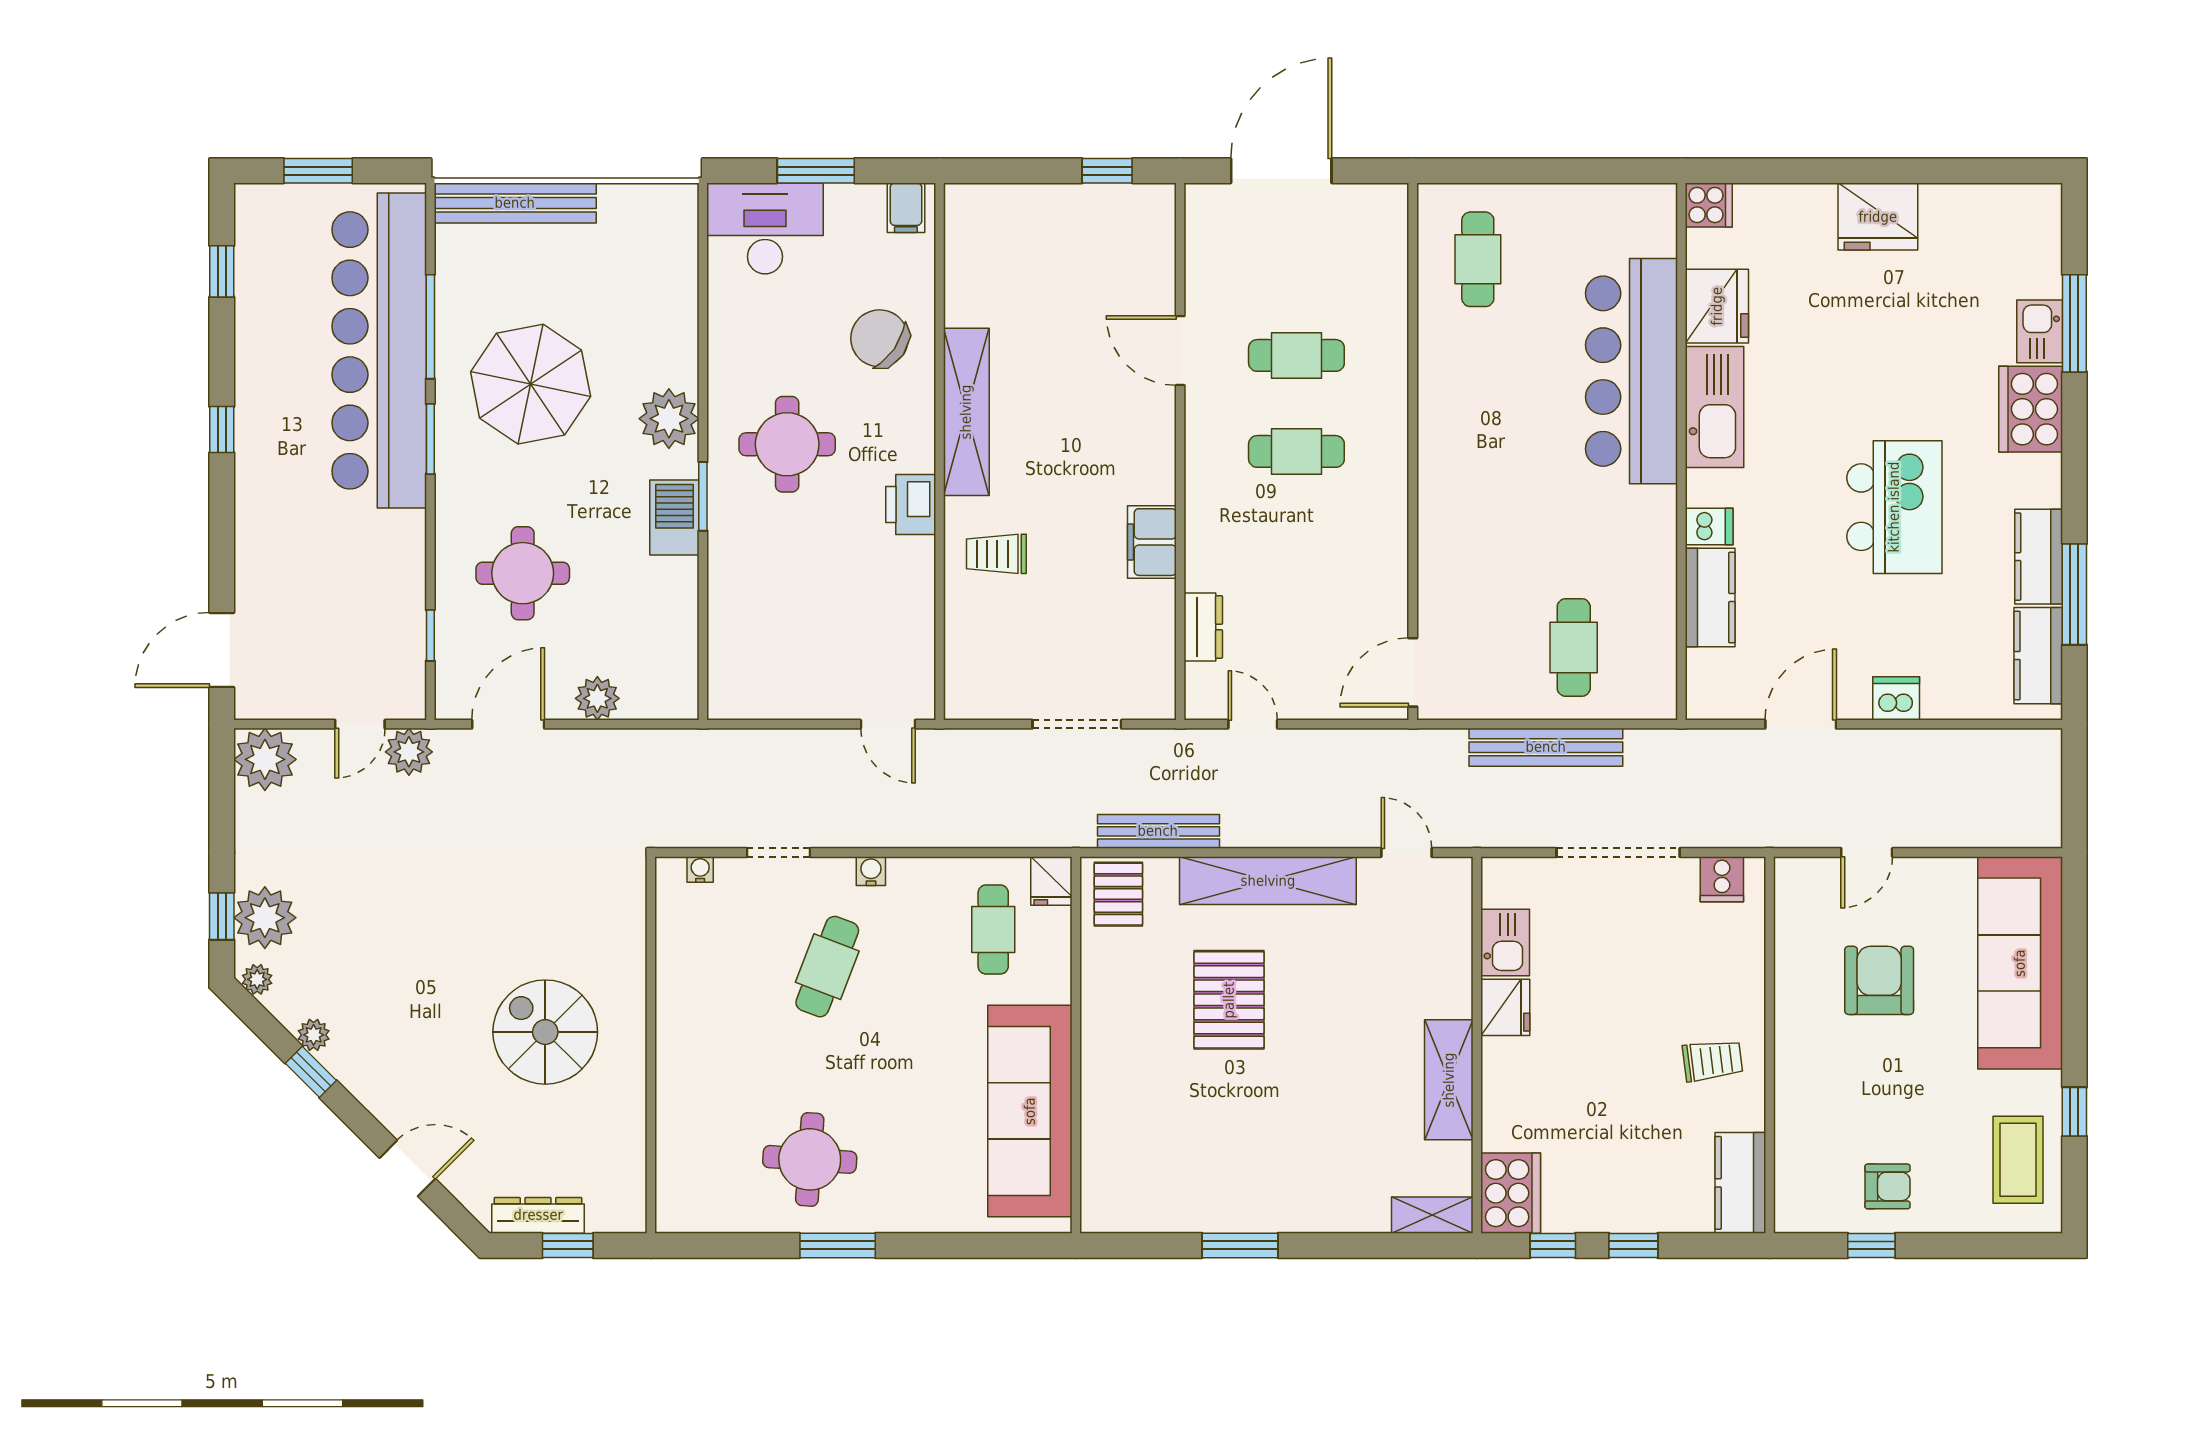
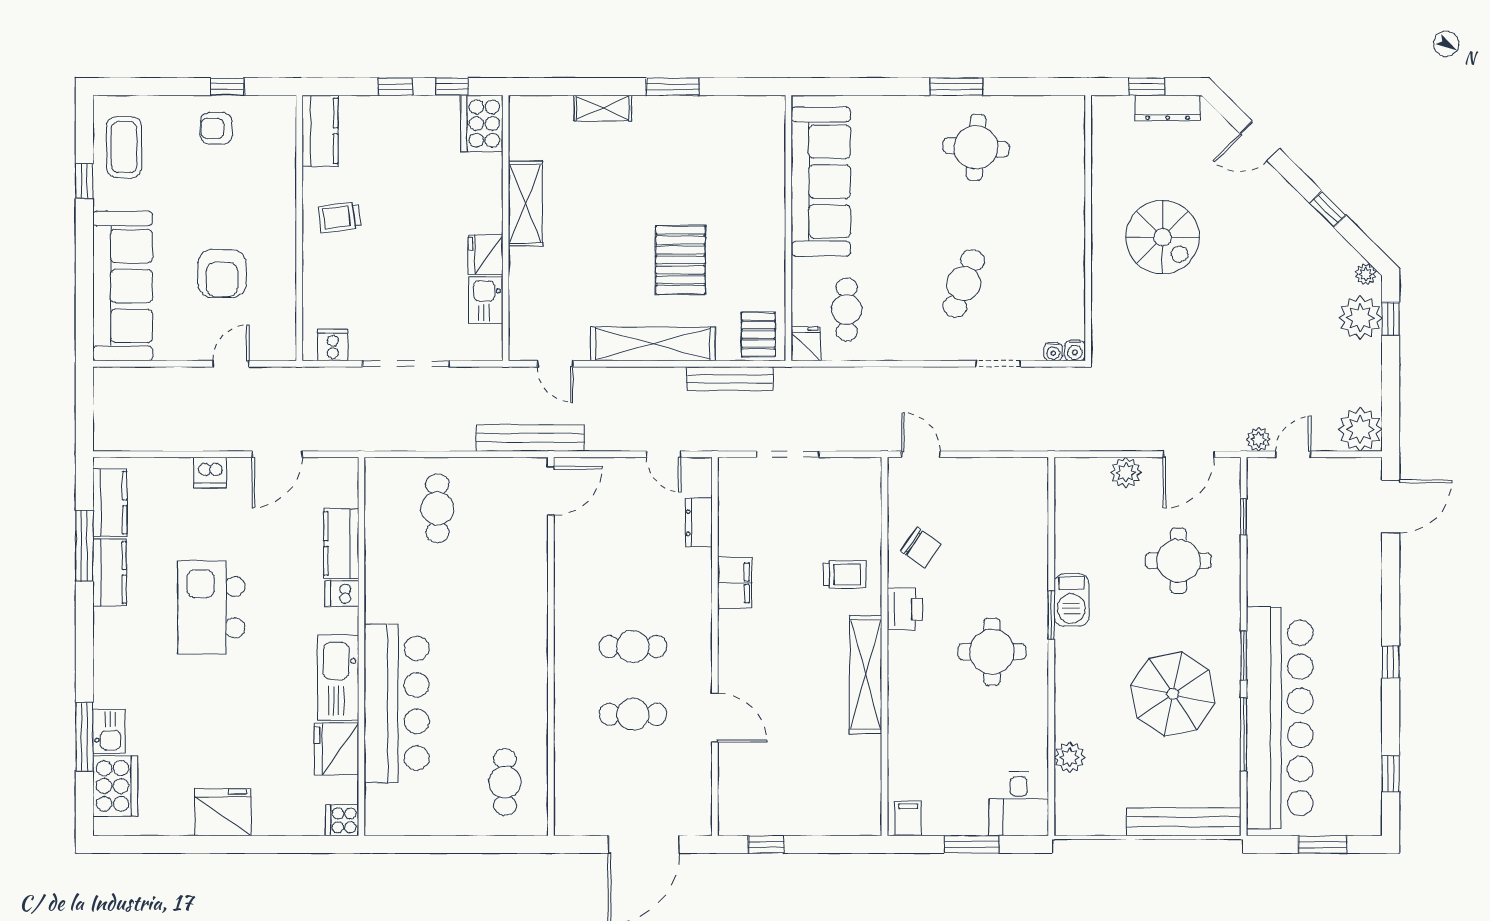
desk: (765, 228) -> (1019, 804), width x0.73
chair: (880, 338) -> (921, 548), moved, width x0.73, depth x0.73
cooker: (2031, 409) -> (115, 786), moved
plant: (669, 419) -> (1070, 757), moved, width x0.73, depth x0.73
bench: (1546, 747) -> (530, 438), moved
plant: (409, 752) -> (1259, 439), width x0.73, depth x0.73
water cooler: (871, 871) -> (1075, 351), moved
plant: (314, 1035) -> (1326, 235), removed
shelving: (1432, 1215) -> (603, 108), moved

